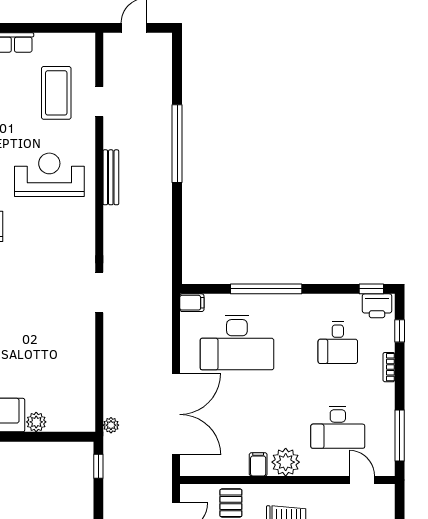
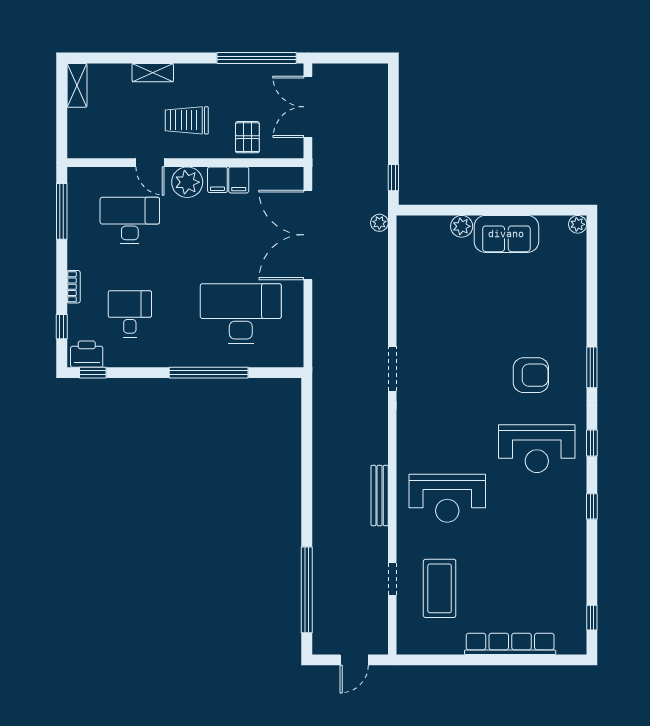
window: (177, 144) -> (307, 590), moved
filing cabinet: (192, 303) -> (239, 180), moved, turned -90
door: (362, 480) -> (150, 163), moved

